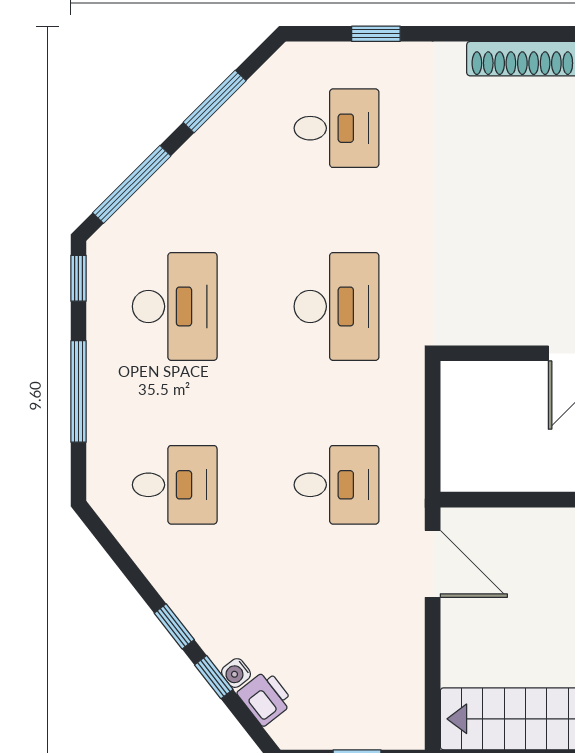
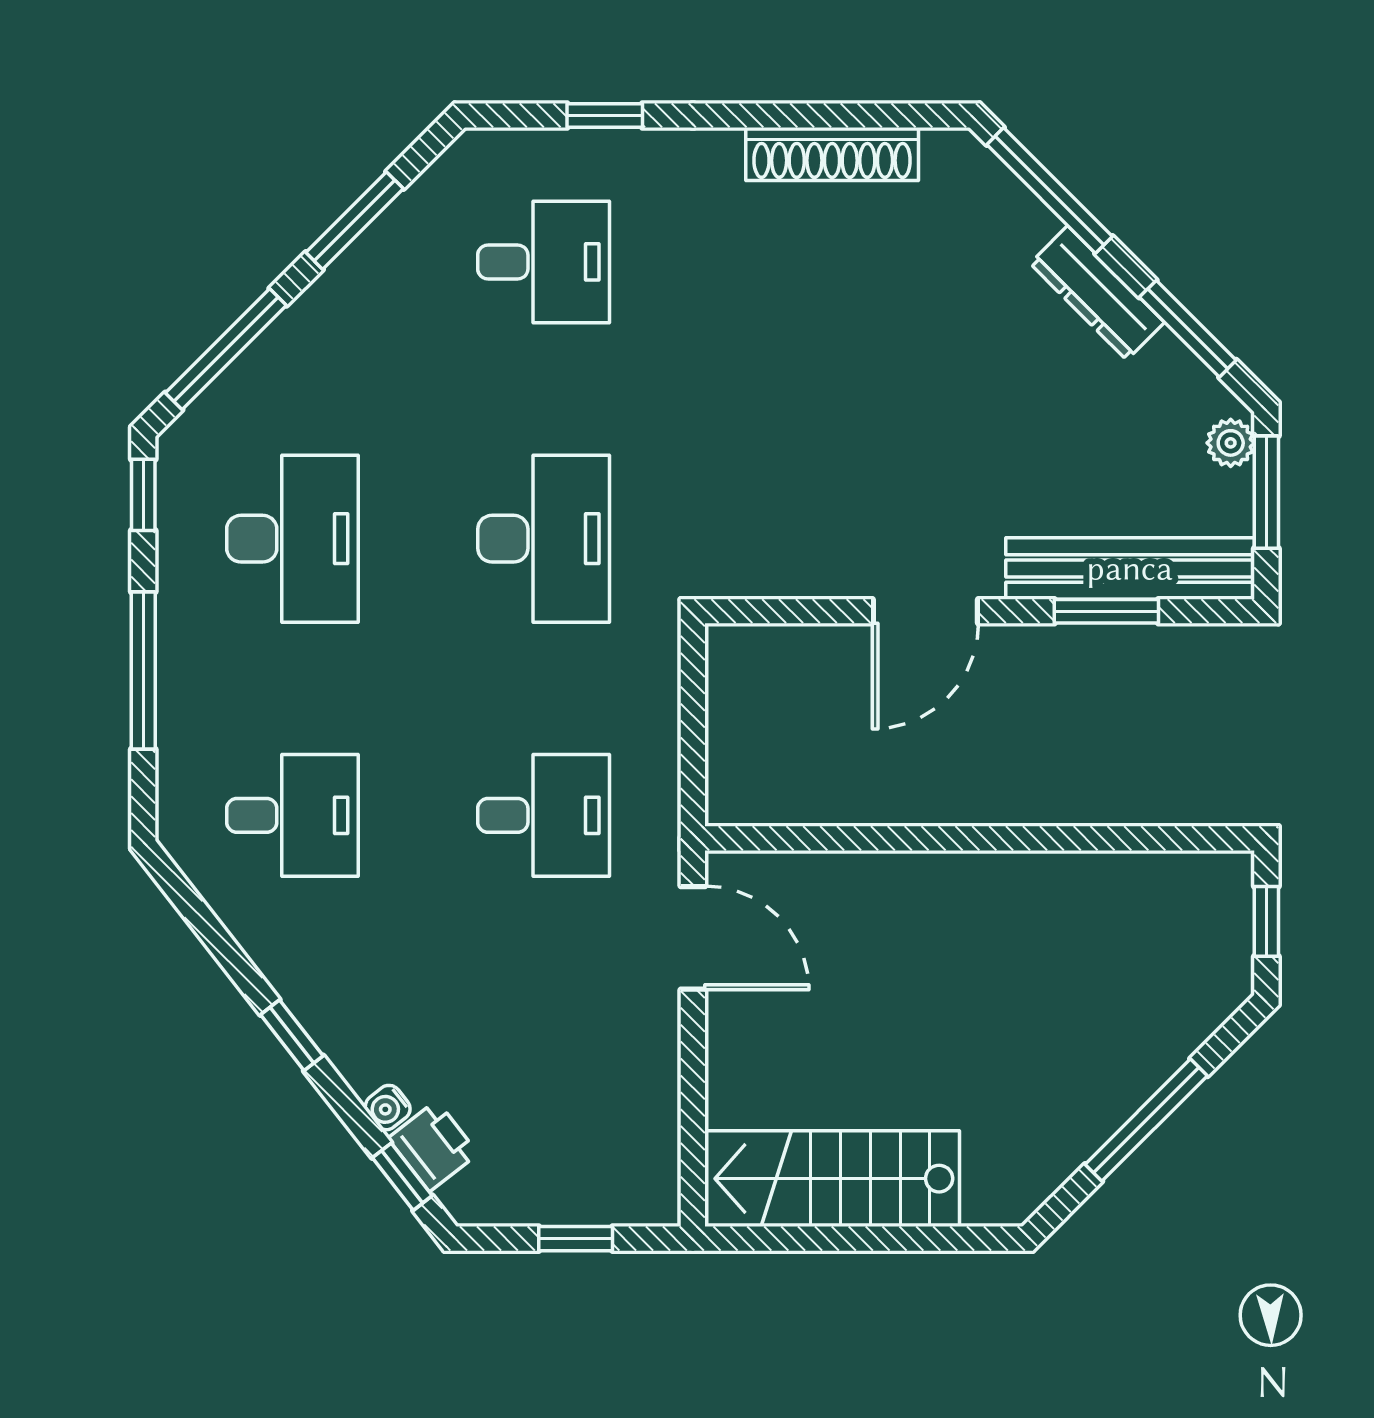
window: (214, 677) -> (402, 1177), moved

